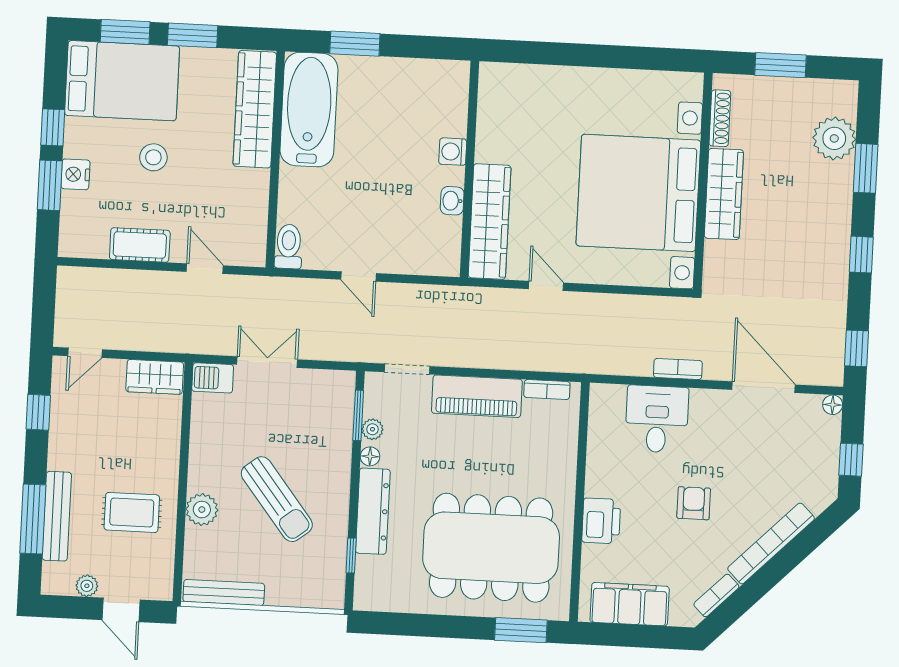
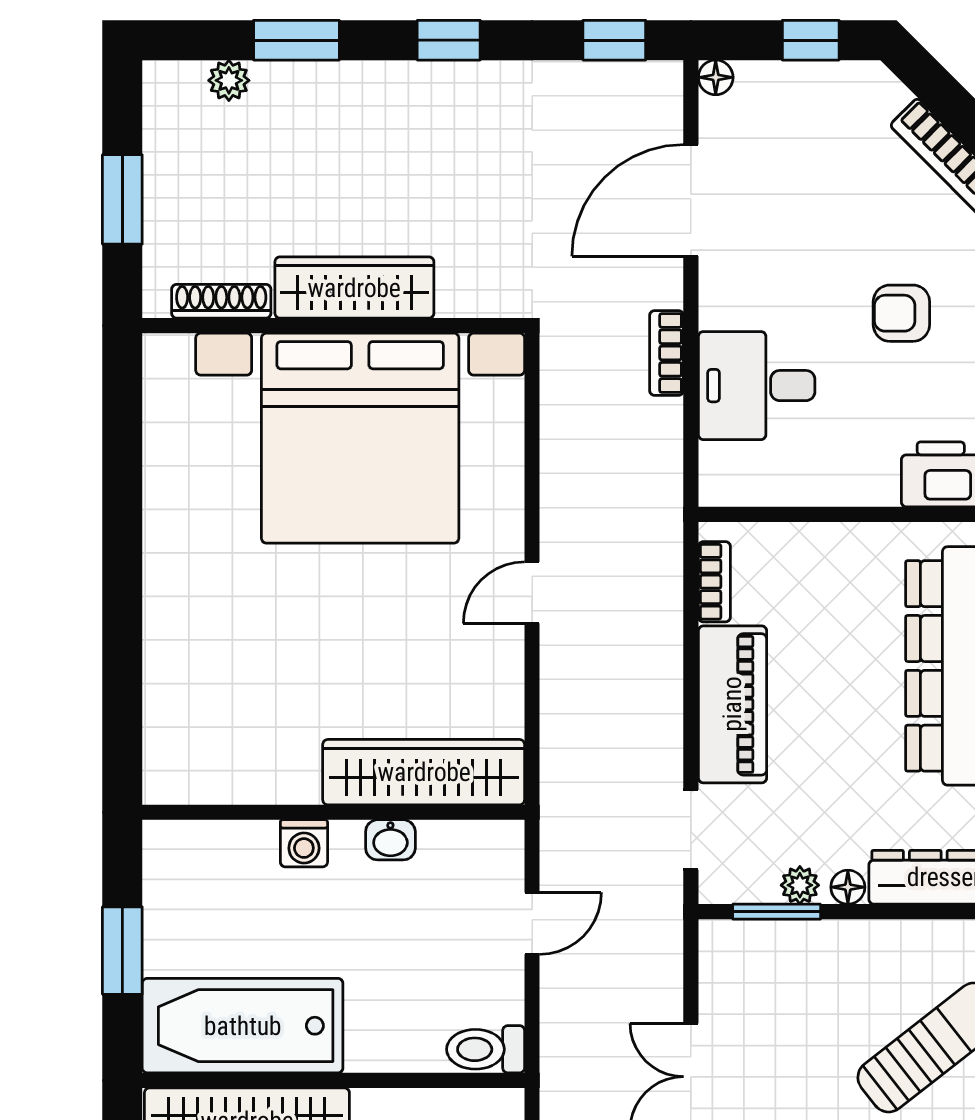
plant: (834, 138) -> (229, 80), width x0.53, depth x0.53
washing machine: (453, 152) -> (304, 843), moved
wall: (469, 169) -> (333, 812), moved
washbasin: (452, 201) -> (390, 840), moved
wardrobe: (490, 221) -> (424, 772), moved

